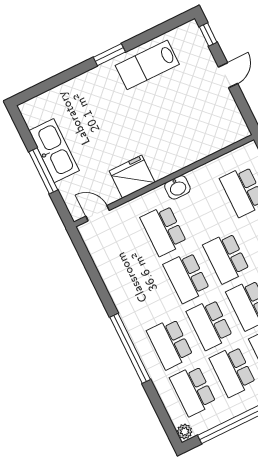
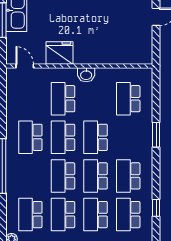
school desk: (170, 344) -> (30, 137), moved

